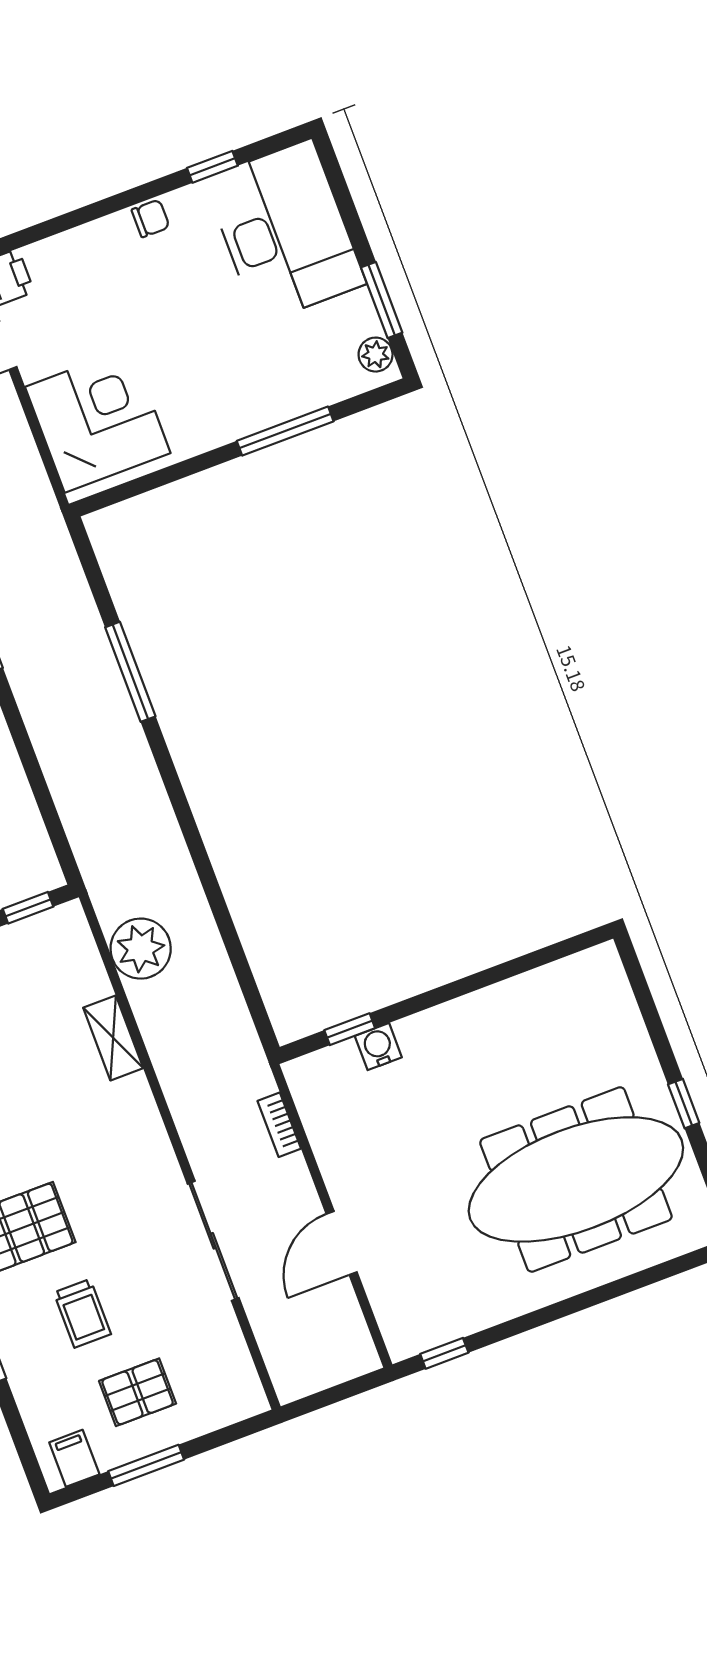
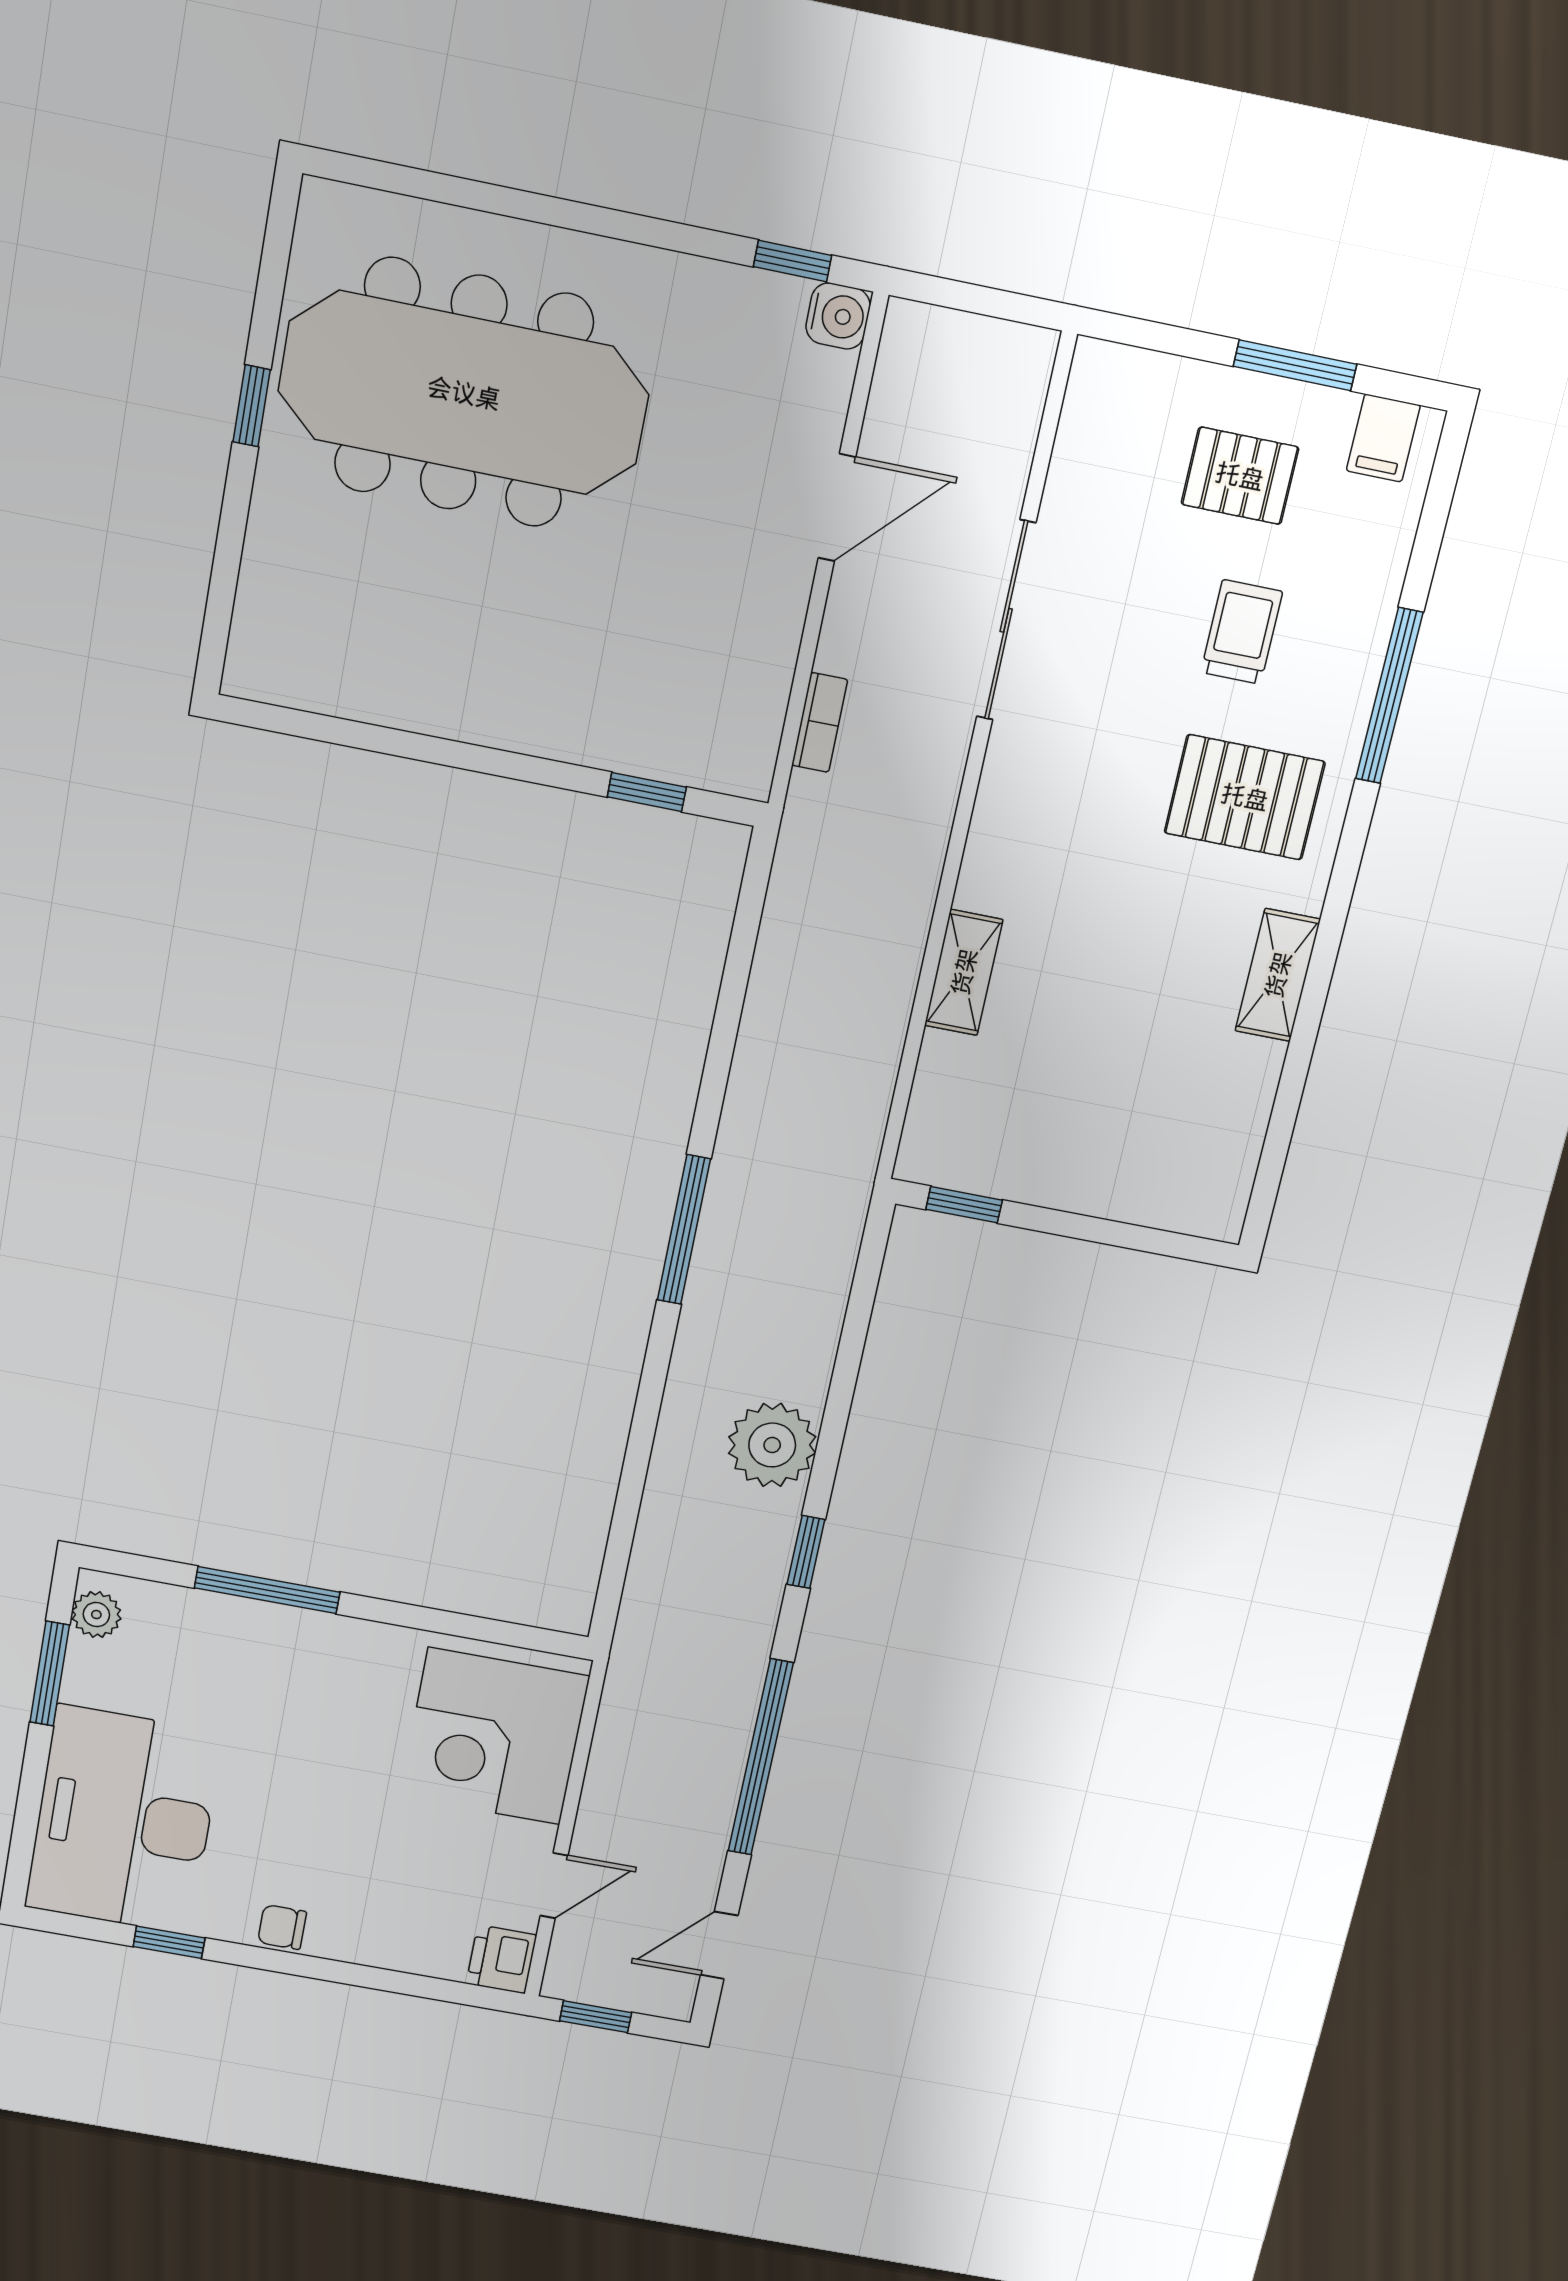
window: (130, 672) -> (684, 1230), moved
plant: (141, 949) -> (772, 1445), moved
water cooler: (378, 1047) -> (838, 316), moved, turned -90

